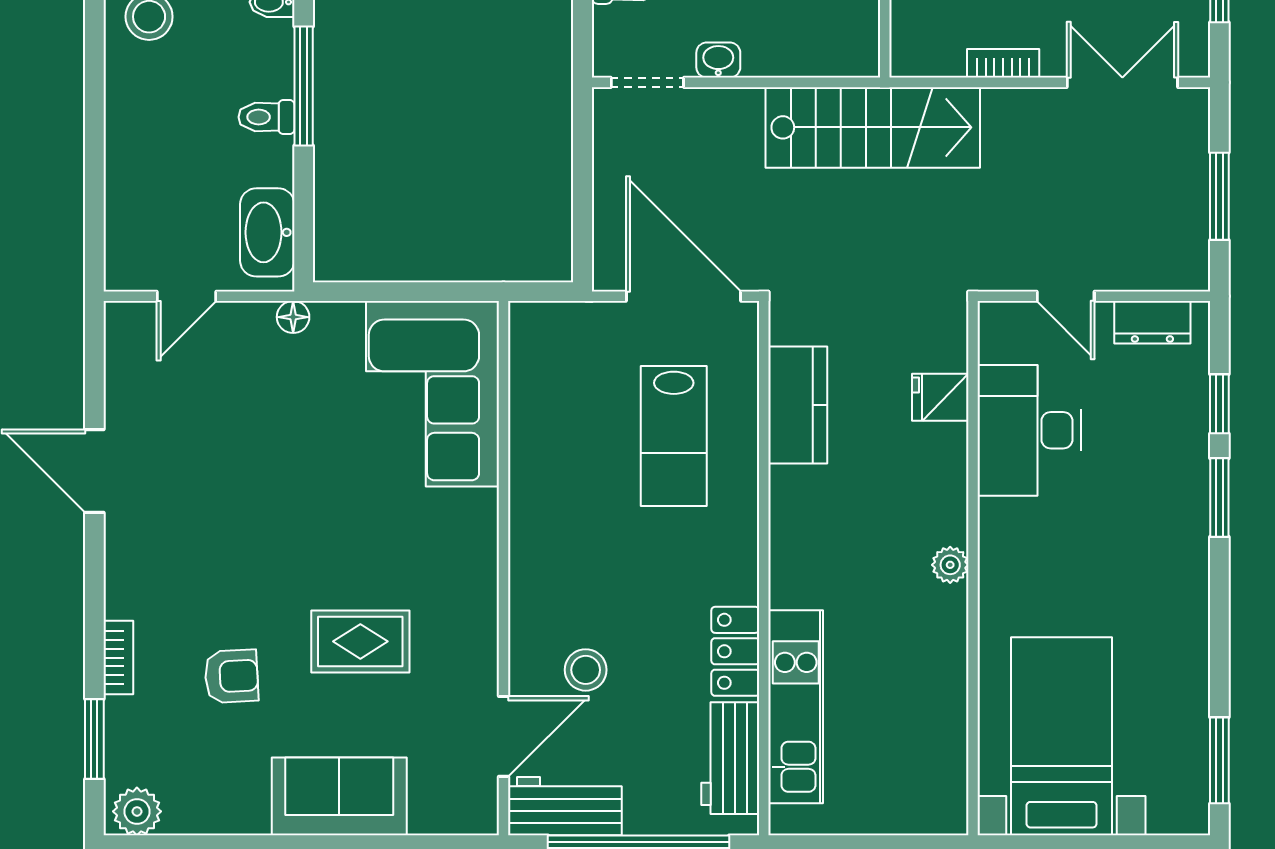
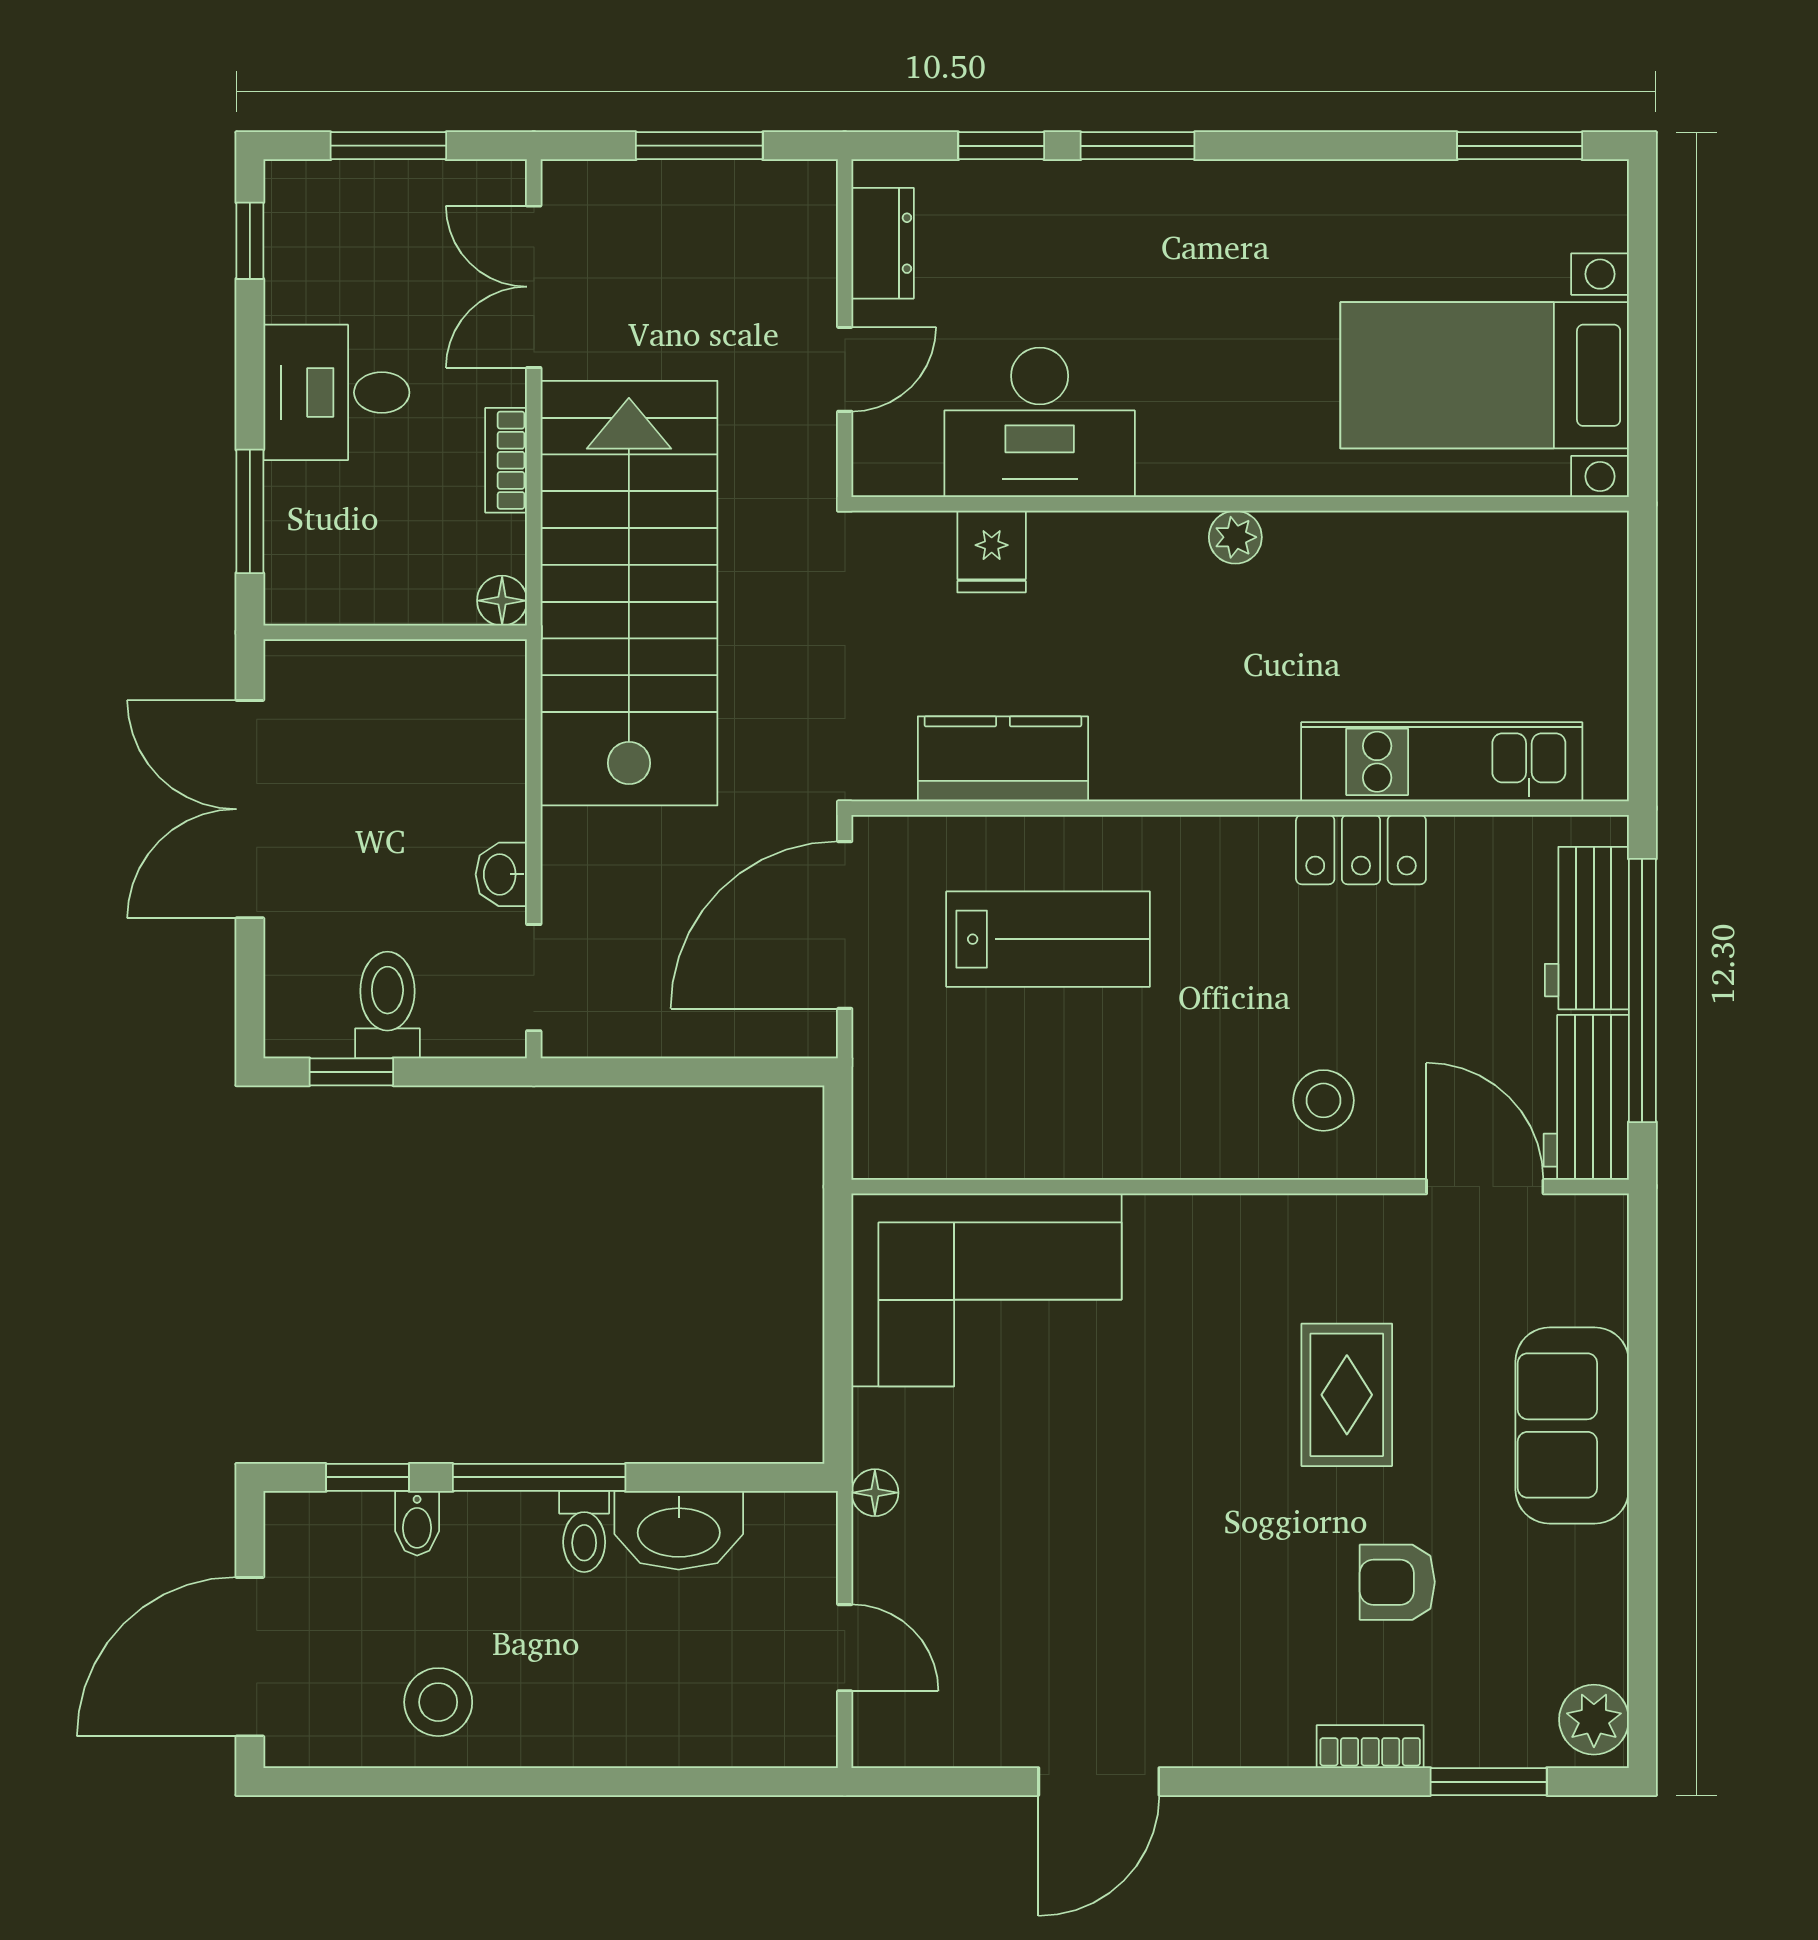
floor lamp: (907, 61) -> (502, 601), added
stairs: (873, 127) -> (629, 593), width x1.36, depth x1.51
washbasin: (267, 232) -> (679, 1530), moved
stool: (586, 670) -> (1323, 1100), moved
armchair: (231, 676) -> (1397, 1582), turned -87
workbench: (730, 758) -> (1587, 928), moved, turned 90

